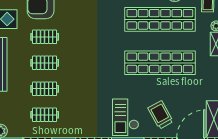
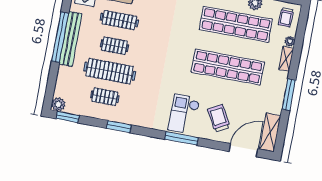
clothes rail: (45, 37) -> (119, 20), width x1.36
clothes rail: (45, 89) -> (110, 71), width x1.86, depth x1.31

